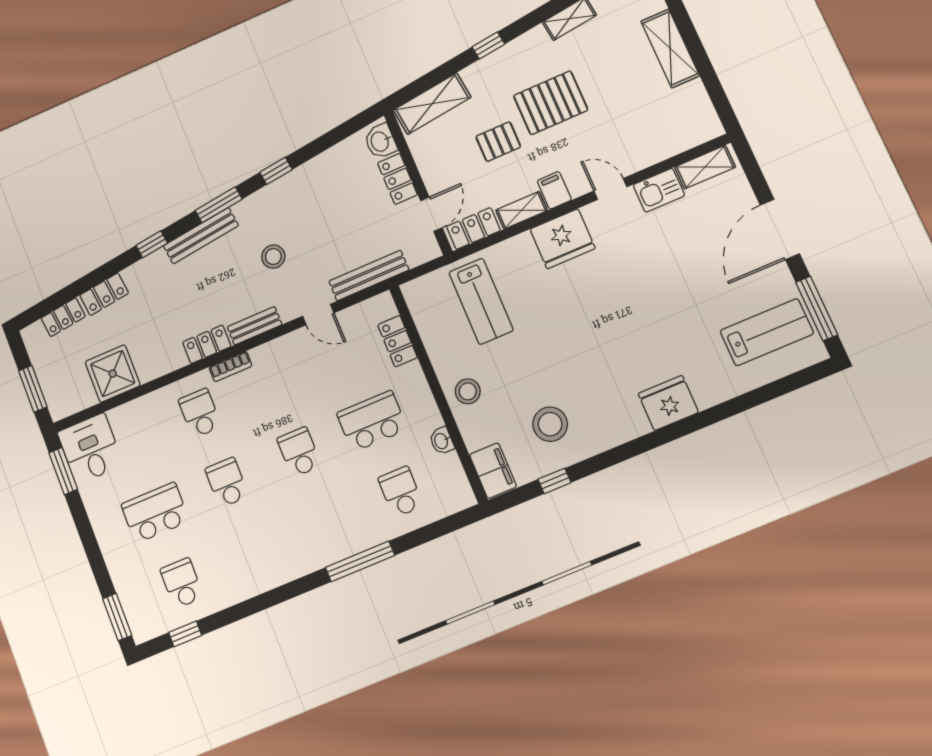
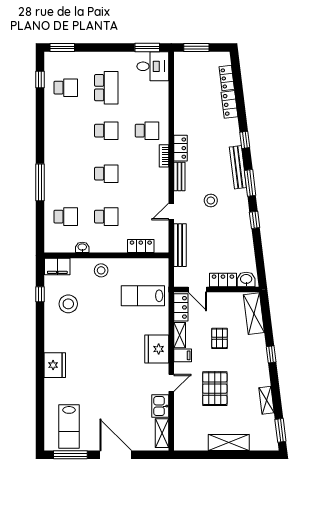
pallet: (551, 103) -> (215, 389), moved
shower: (113, 374) -> (186, 93), removed
school desk: (372, 421) -> (106, 217), width x0.54

